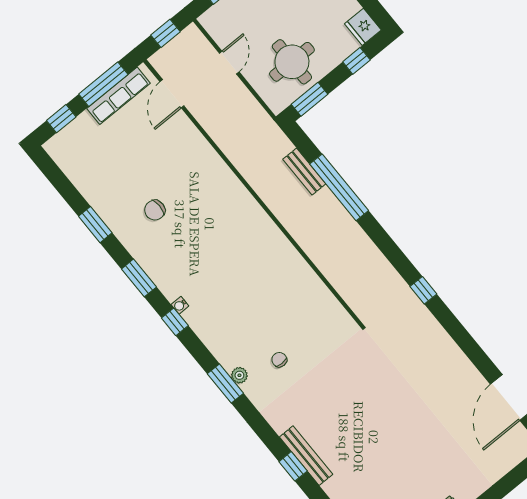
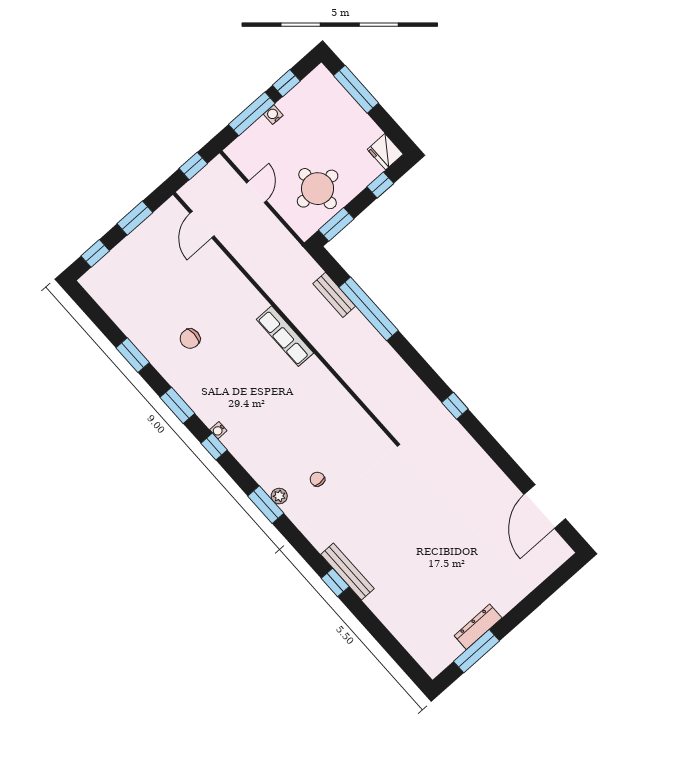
window: (103, 84) -> (135, 218), width x0.69
row of seats: (119, 96) -> (285, 336), moved, turned 90

